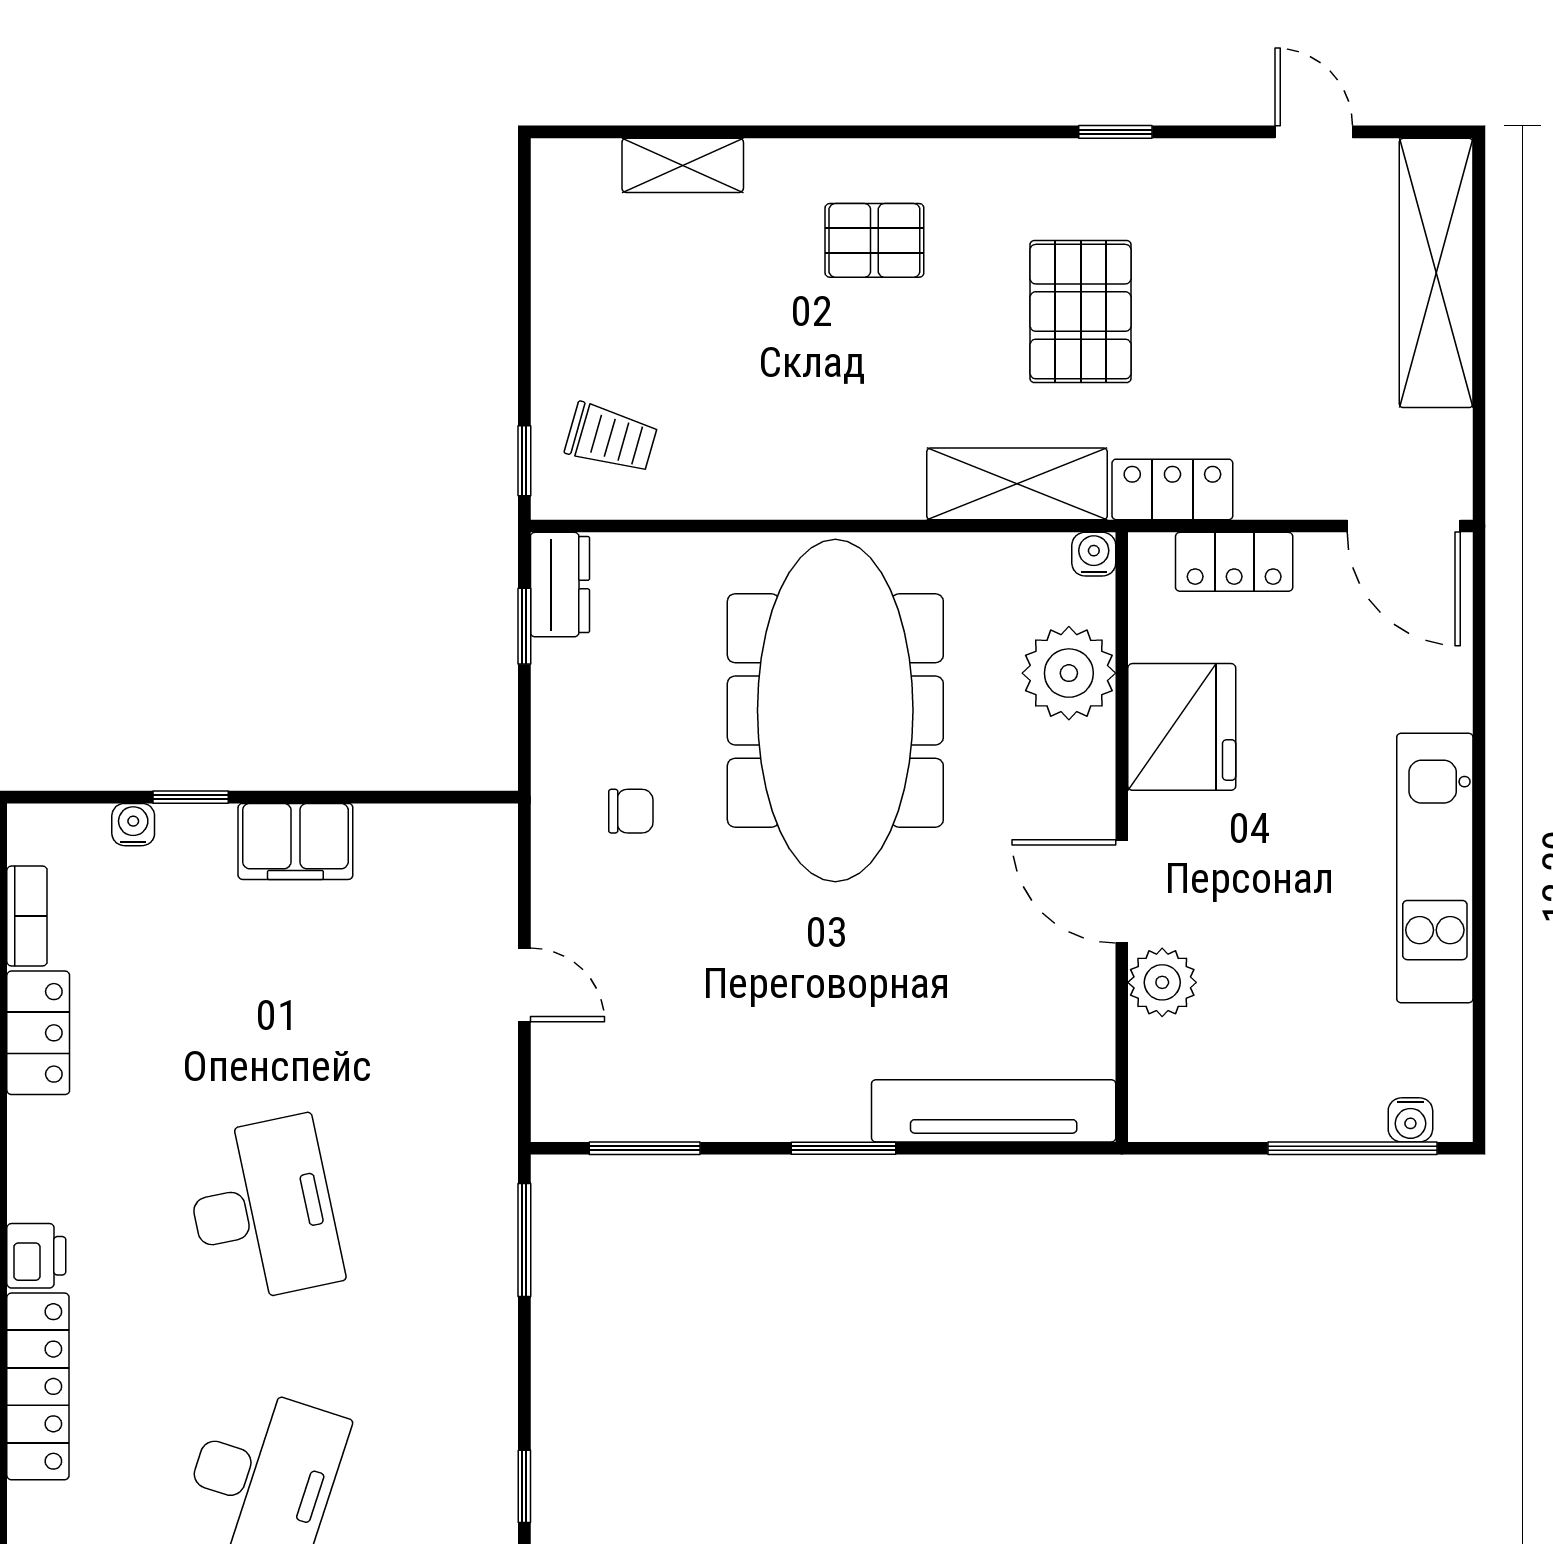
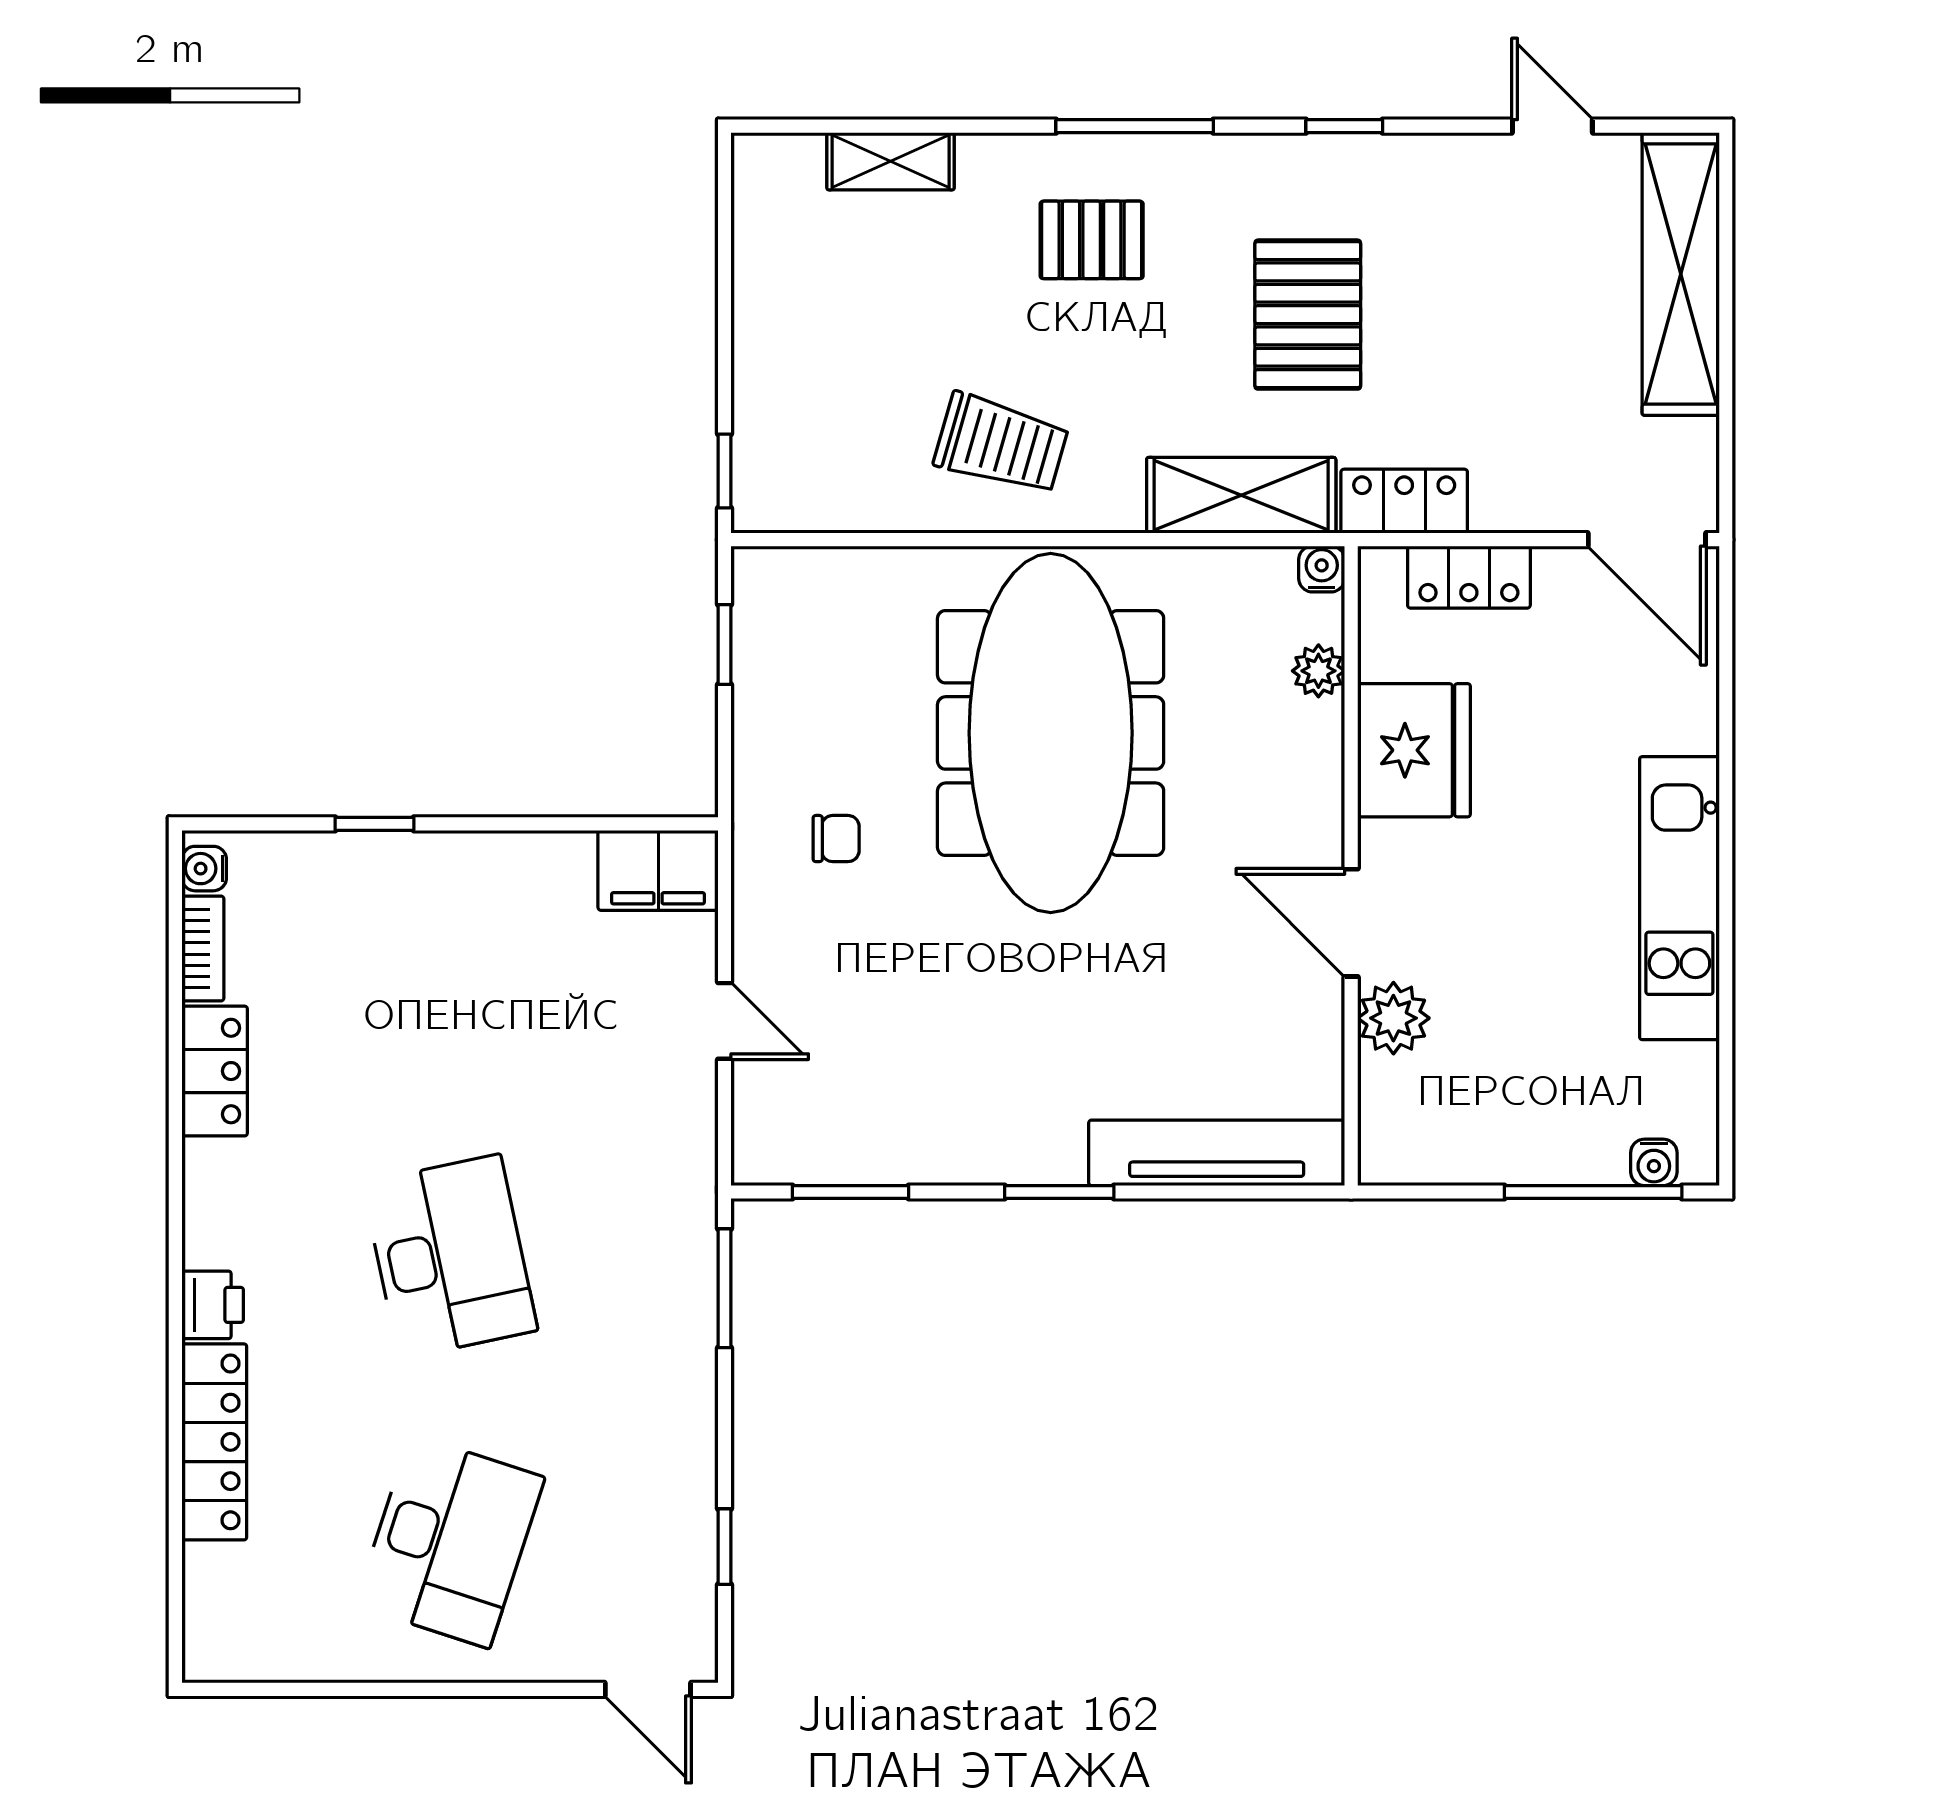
window: (915, 132) -> (1135, 126), added
trolley: (611, 438) -> (1001, 444), moved, width x1.36, depth x1.39
dresser: (560, 585) -> (762, 601), removed
plant: (1069, 673) -> (1318, 671), width x0.53, depth x0.53
water cooler: (133, 825) -> (204, 869), moved, turned -90
filing cabinet: (295, 841) -> (658, 870), moved

